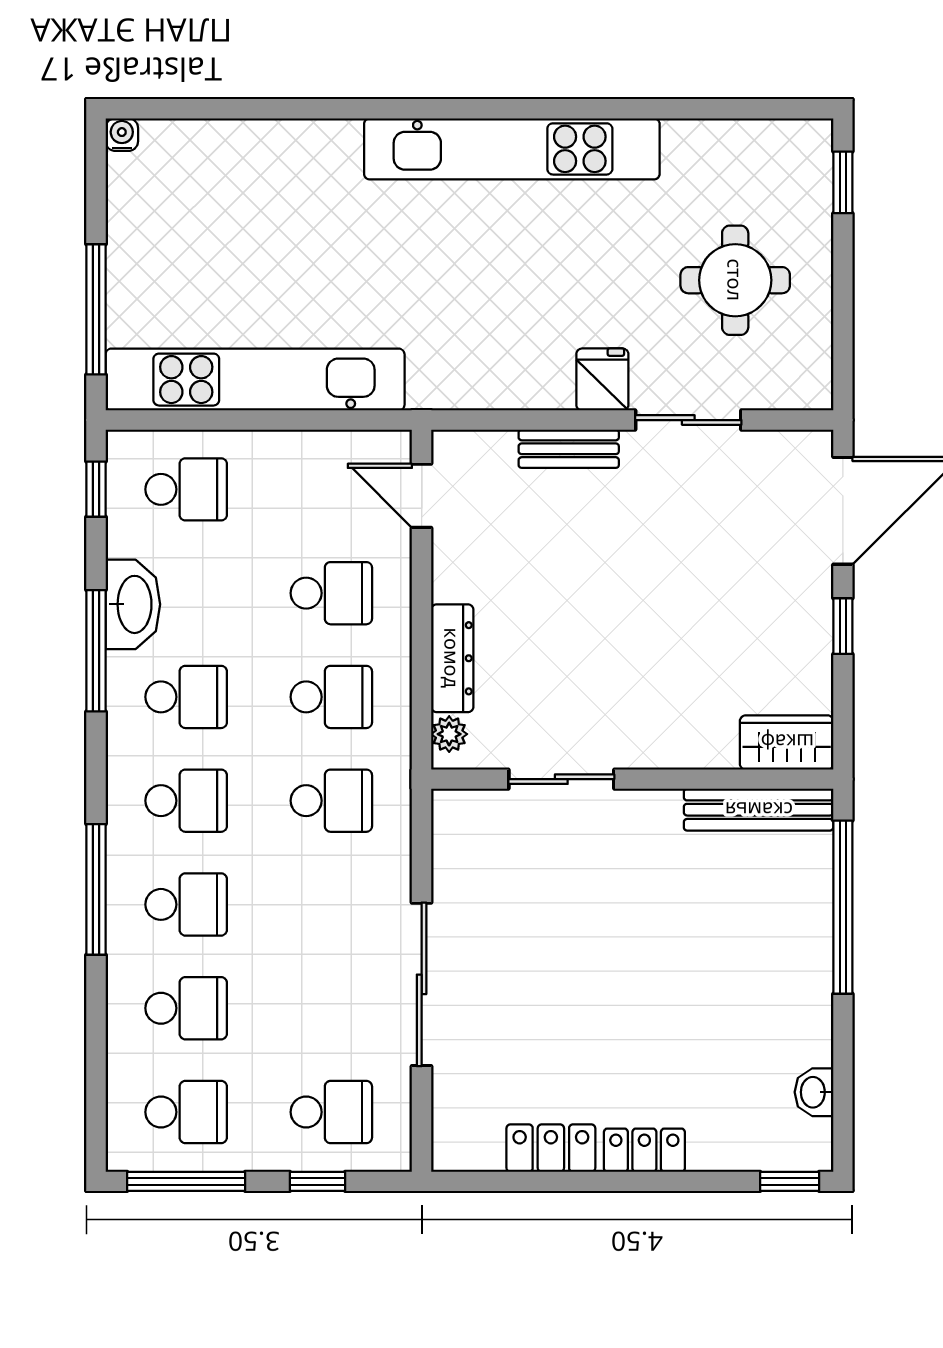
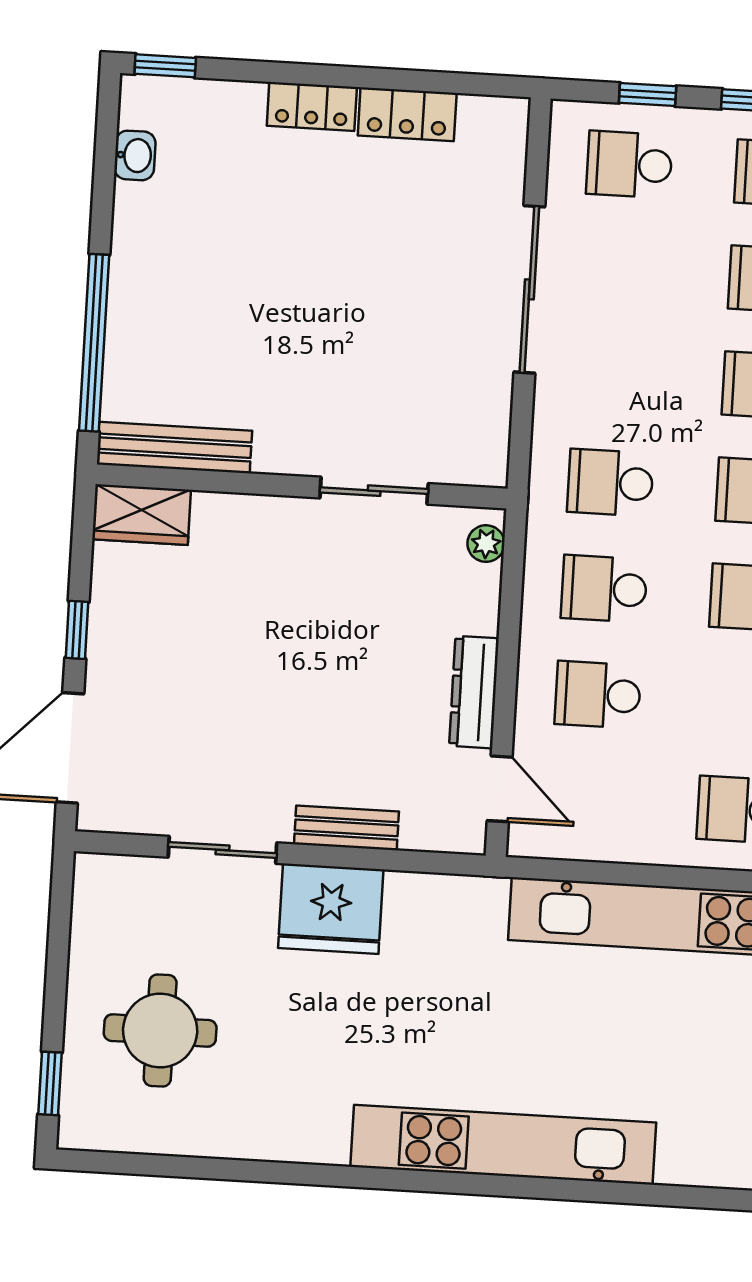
kitchen unit: (512, 149) -> (503, 1145), moved
round table: (735, 280) -> (160, 1030), moved
fridge: (602, 379) -> (331, 909), width x1.88, depth x1.34
dresser: (452, 658) -> (474, 692), moved

